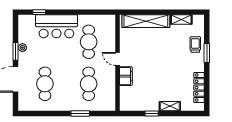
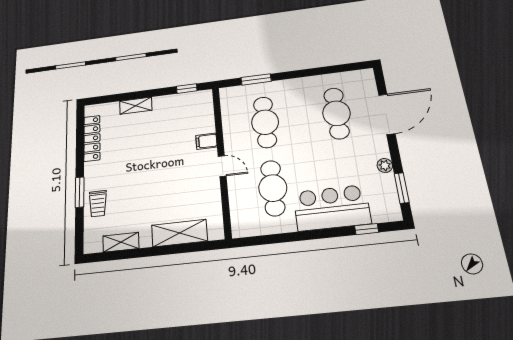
shelving: (146, 21) -> (179, 233), width x0.68
window: (16, 51) -> (402, 188), moved
filing cabinet: (126, 76) -> (206, 141), width x0.50
window: (80, 113) -> (256, 79), moved
window: (152, 113) -> (187, 89), moved

